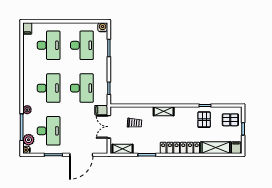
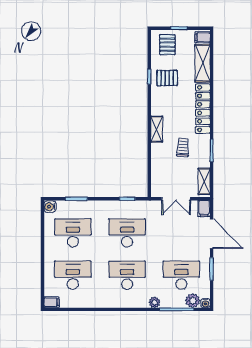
filing cabinet: (101, 110) -> (204, 208), moved
trolley: (135, 123) -> (183, 147), moved

